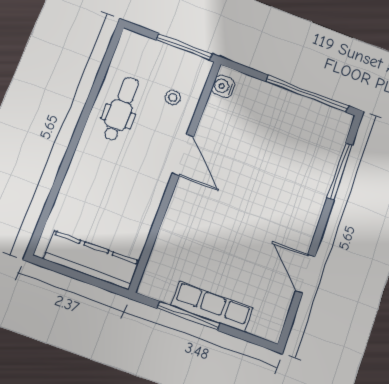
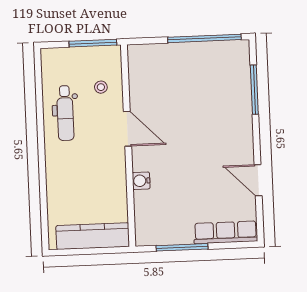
water cooler: (223, 86) -> (141, 181), moved
dental chair: (121, 109) -> (65, 113), turned 180
row of seats: (212, 307) -> (226, 232), moved

